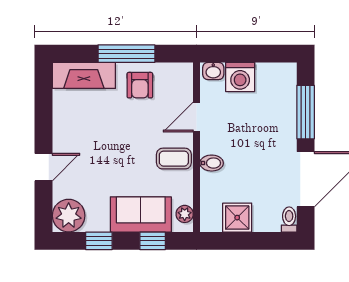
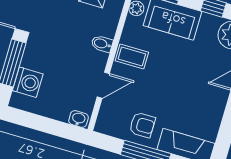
washing machine: (240, 77) -> (28, 82), moved, turned 90
armchair: (140, 85) -> (142, 125), turned 90

